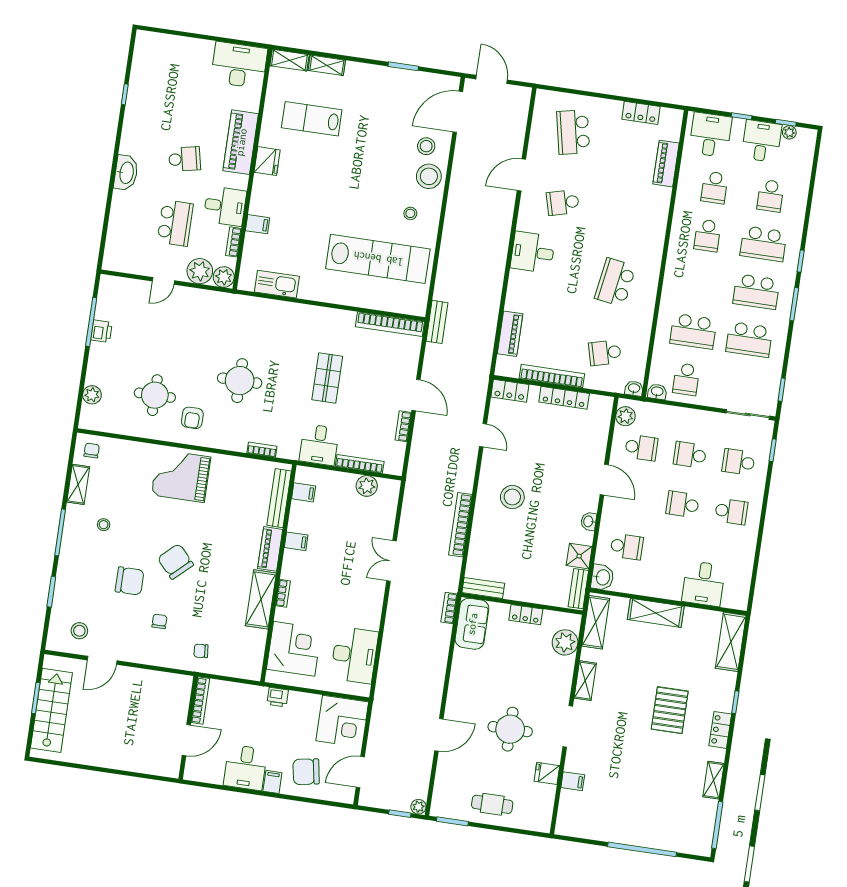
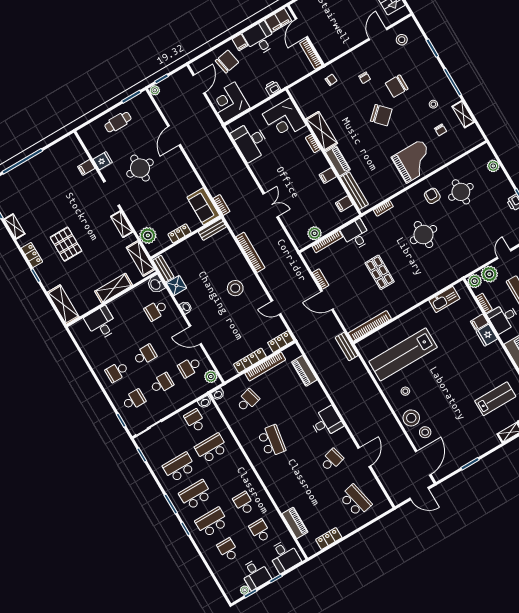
fridge: (267, 161) -> (487, 335), moved
chair: (92, 451) -> (441, 130), moved
filing cabinet: (206, 771) -> (278, 20), added

